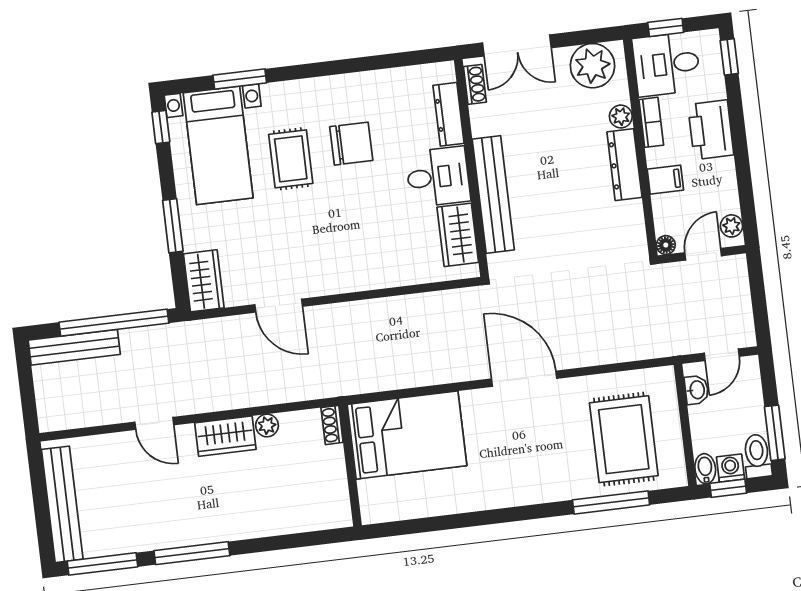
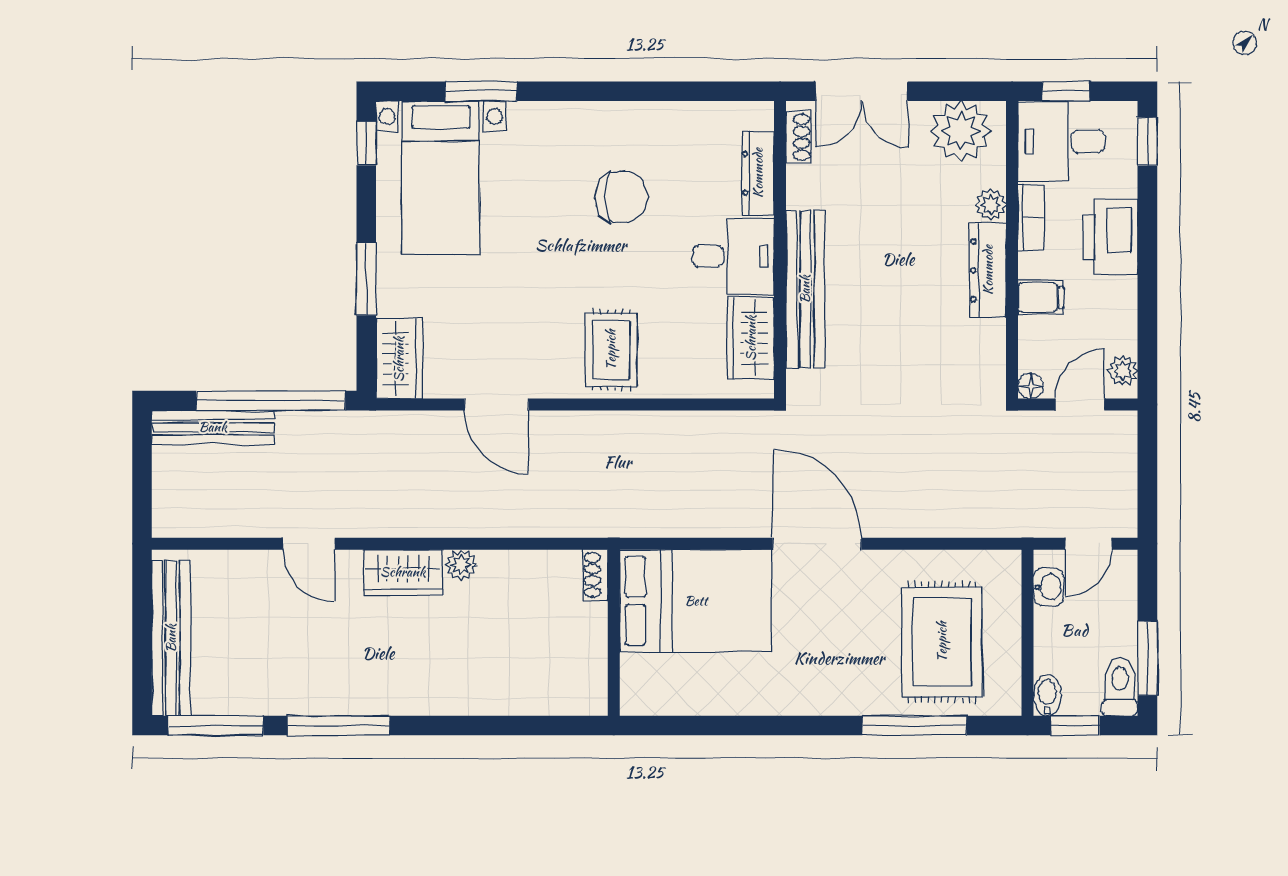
rug: (291, 159) -> (611, 350), moved
shoe rack: (332, 425) -> (596, 575), moved
bed: (407, 435) -> (696, 601), moved
wall: (350, 465) -> (614, 633), moved
washing machine: (730, 468) -> (1082, 698), removed

